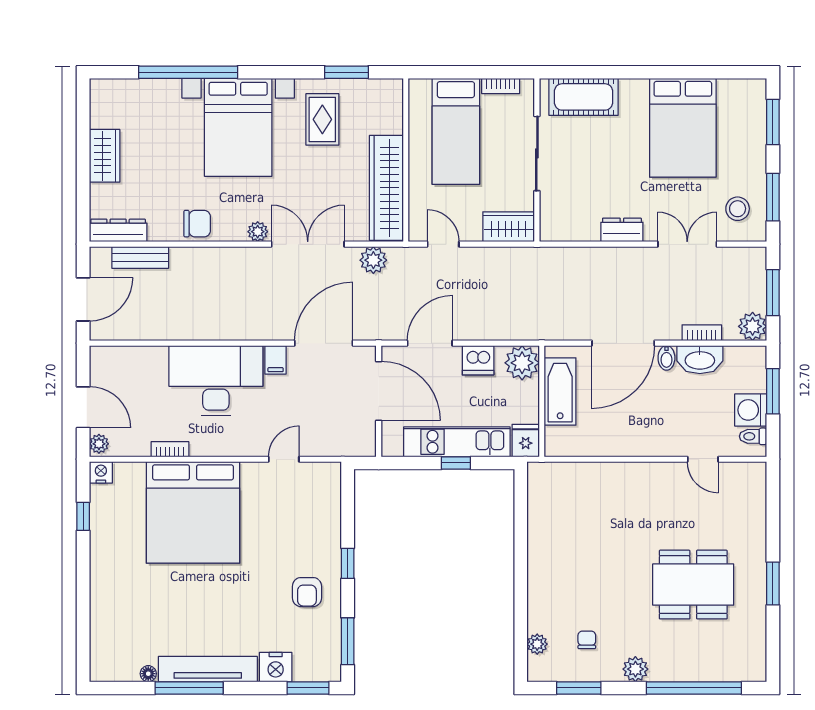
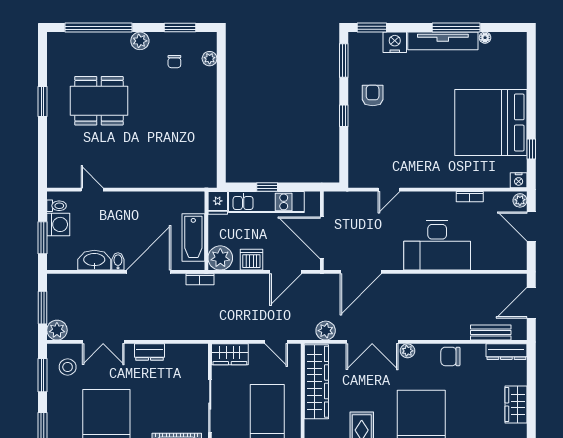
plant: (753, 326) -> (57, 330), moved
bookcase: (702, 333) -> (200, 279), moved
filing cabinet: (276, 360) -> (395, 260), removed
bed: (193, 512) -> (491, 122), moved, turned -90

